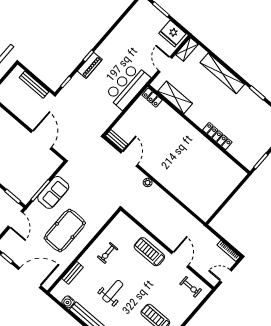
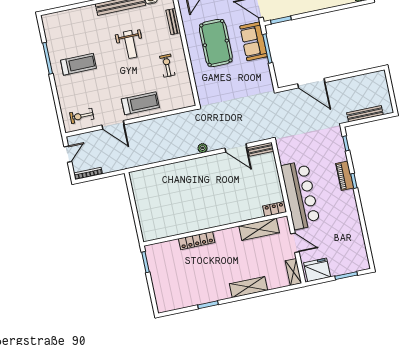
shelving: (222, 73) -> (249, 287), width x0.68
bar counter: (128, 86) -> (300, 195), width x1.36
sofa: (53, 192) -> (254, 41), moved

